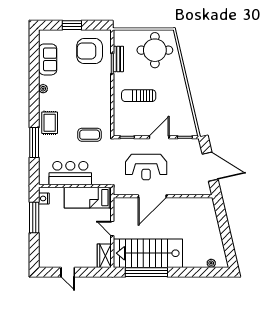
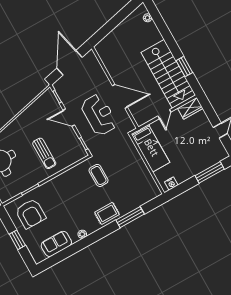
bench: (118, 59) -> (24, 187), removed
bar counter: (70, 173) -> (139, 174), removed
window: (34, 217) -> (210, 172), moved
window: (146, 272) -> (184, 67), width x0.47

